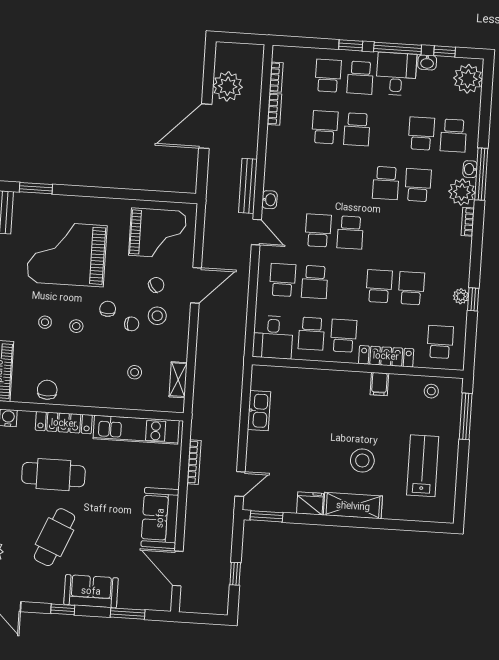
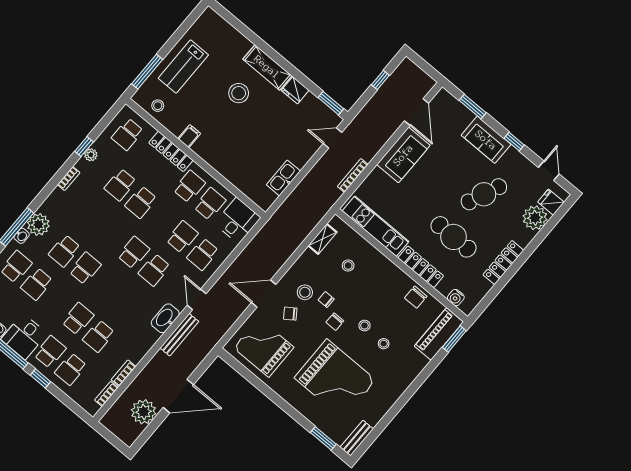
washbasin: (270, 200) -> (165, 318), width x1.91, depth x1.45
bookcase: (468, 222) -> (69, 179), moved
school desk: (344, 336) -> (189, 186), turned 180
lab bench: (423, 466) -> (183, 67), moved

